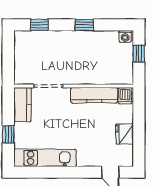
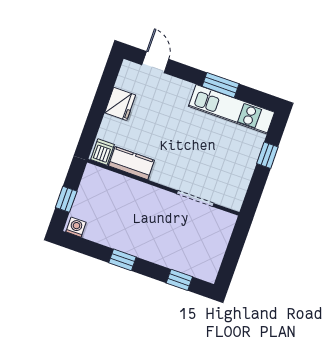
kitchen counter: (94, 95) -> (131, 163), width x0.67
kitchen counter: (22, 105) -> (236, 187), removed
window: (59, 172) -> (221, 85), added

